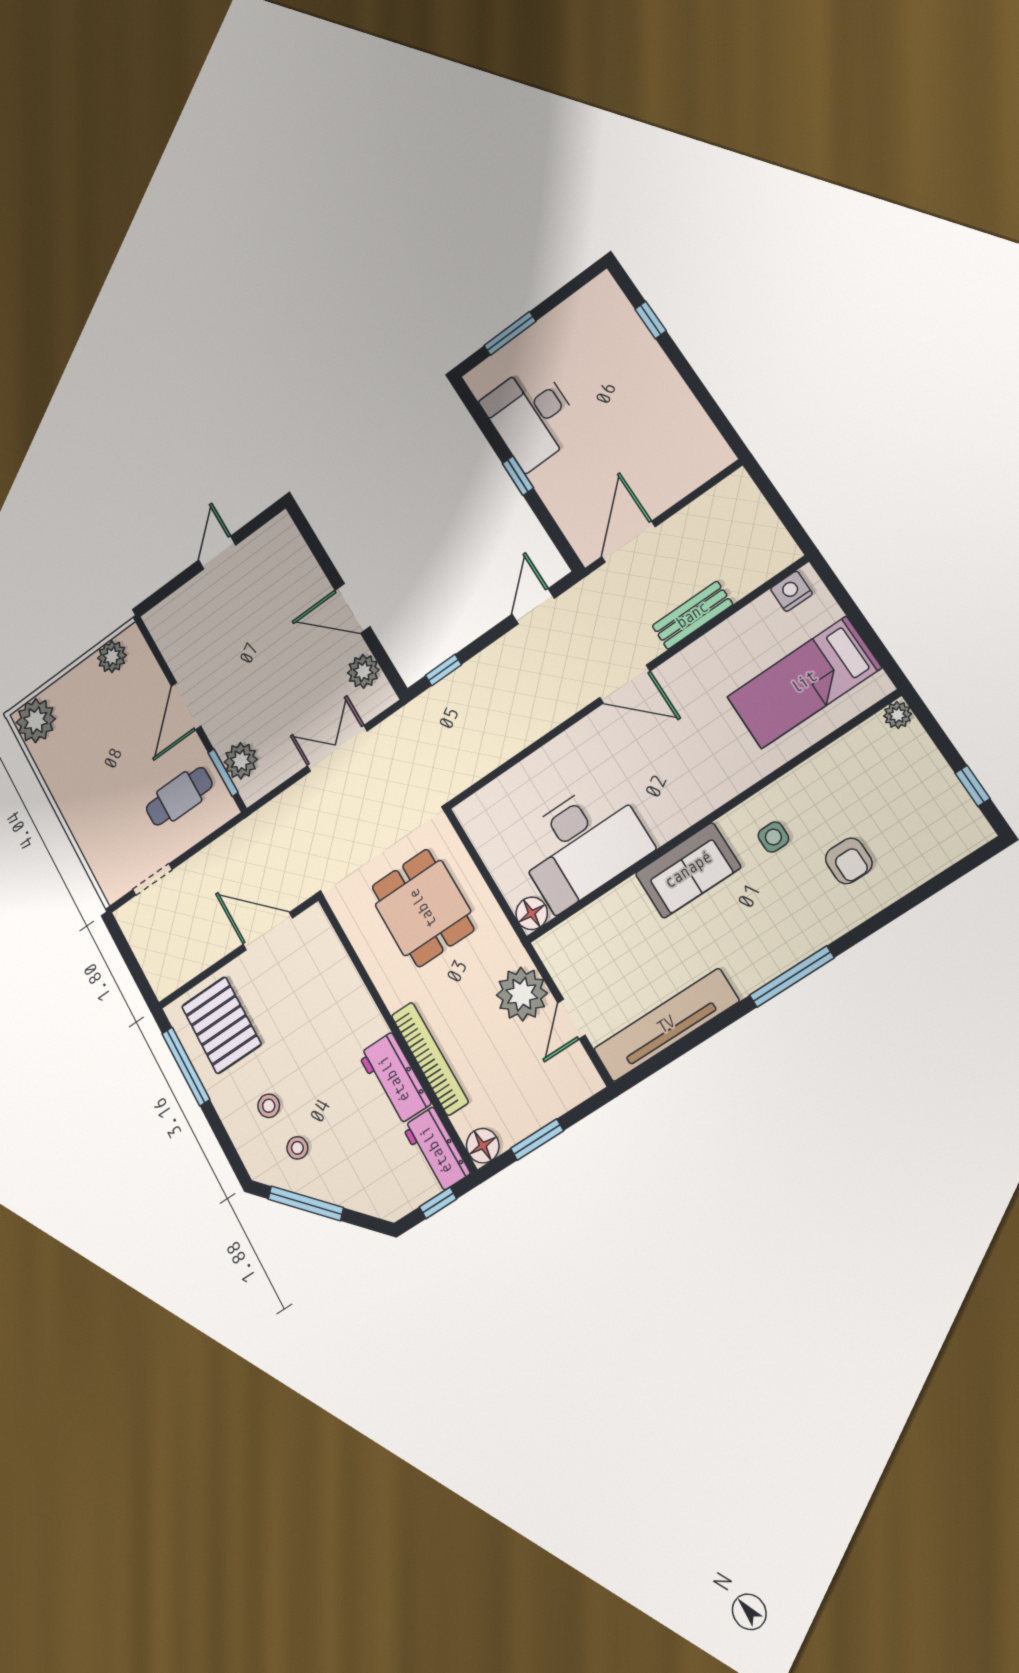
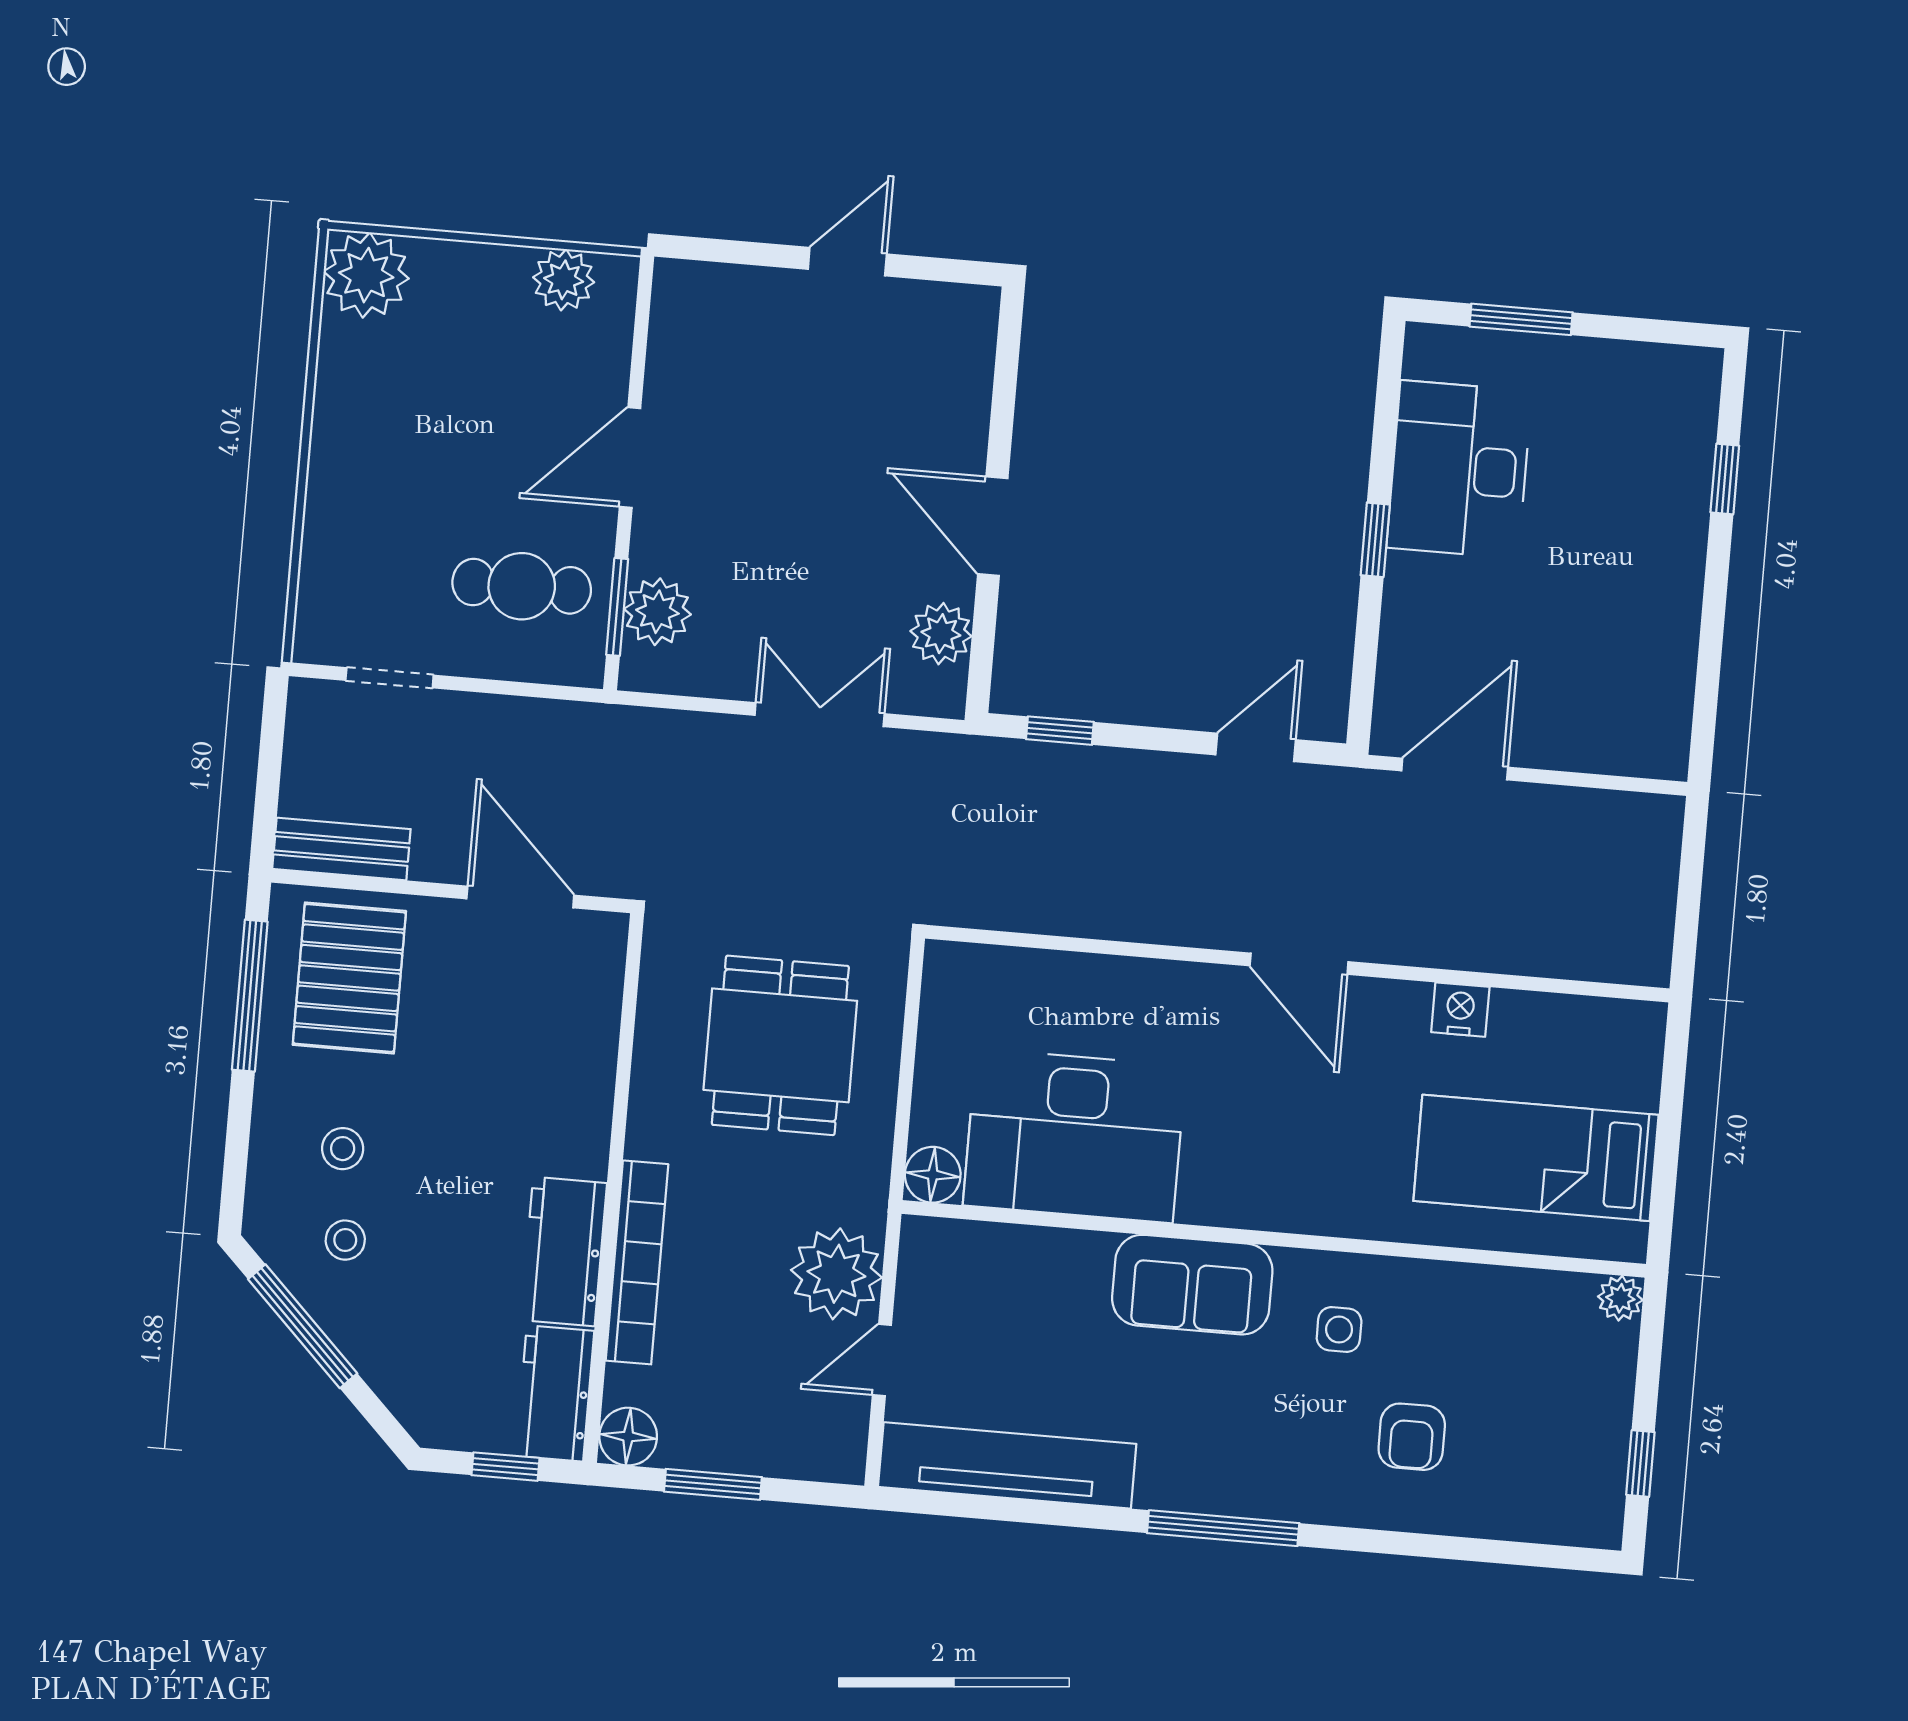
nightstand: (791, 591) -> (1460, 1010), moved
bench: (692, 615) -> (341, 849), moved

